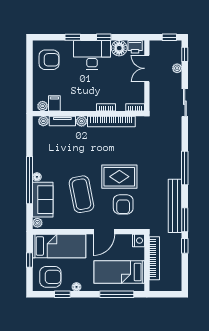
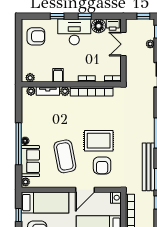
filing cabinet: (54, 103) -> (58, 75), moved

